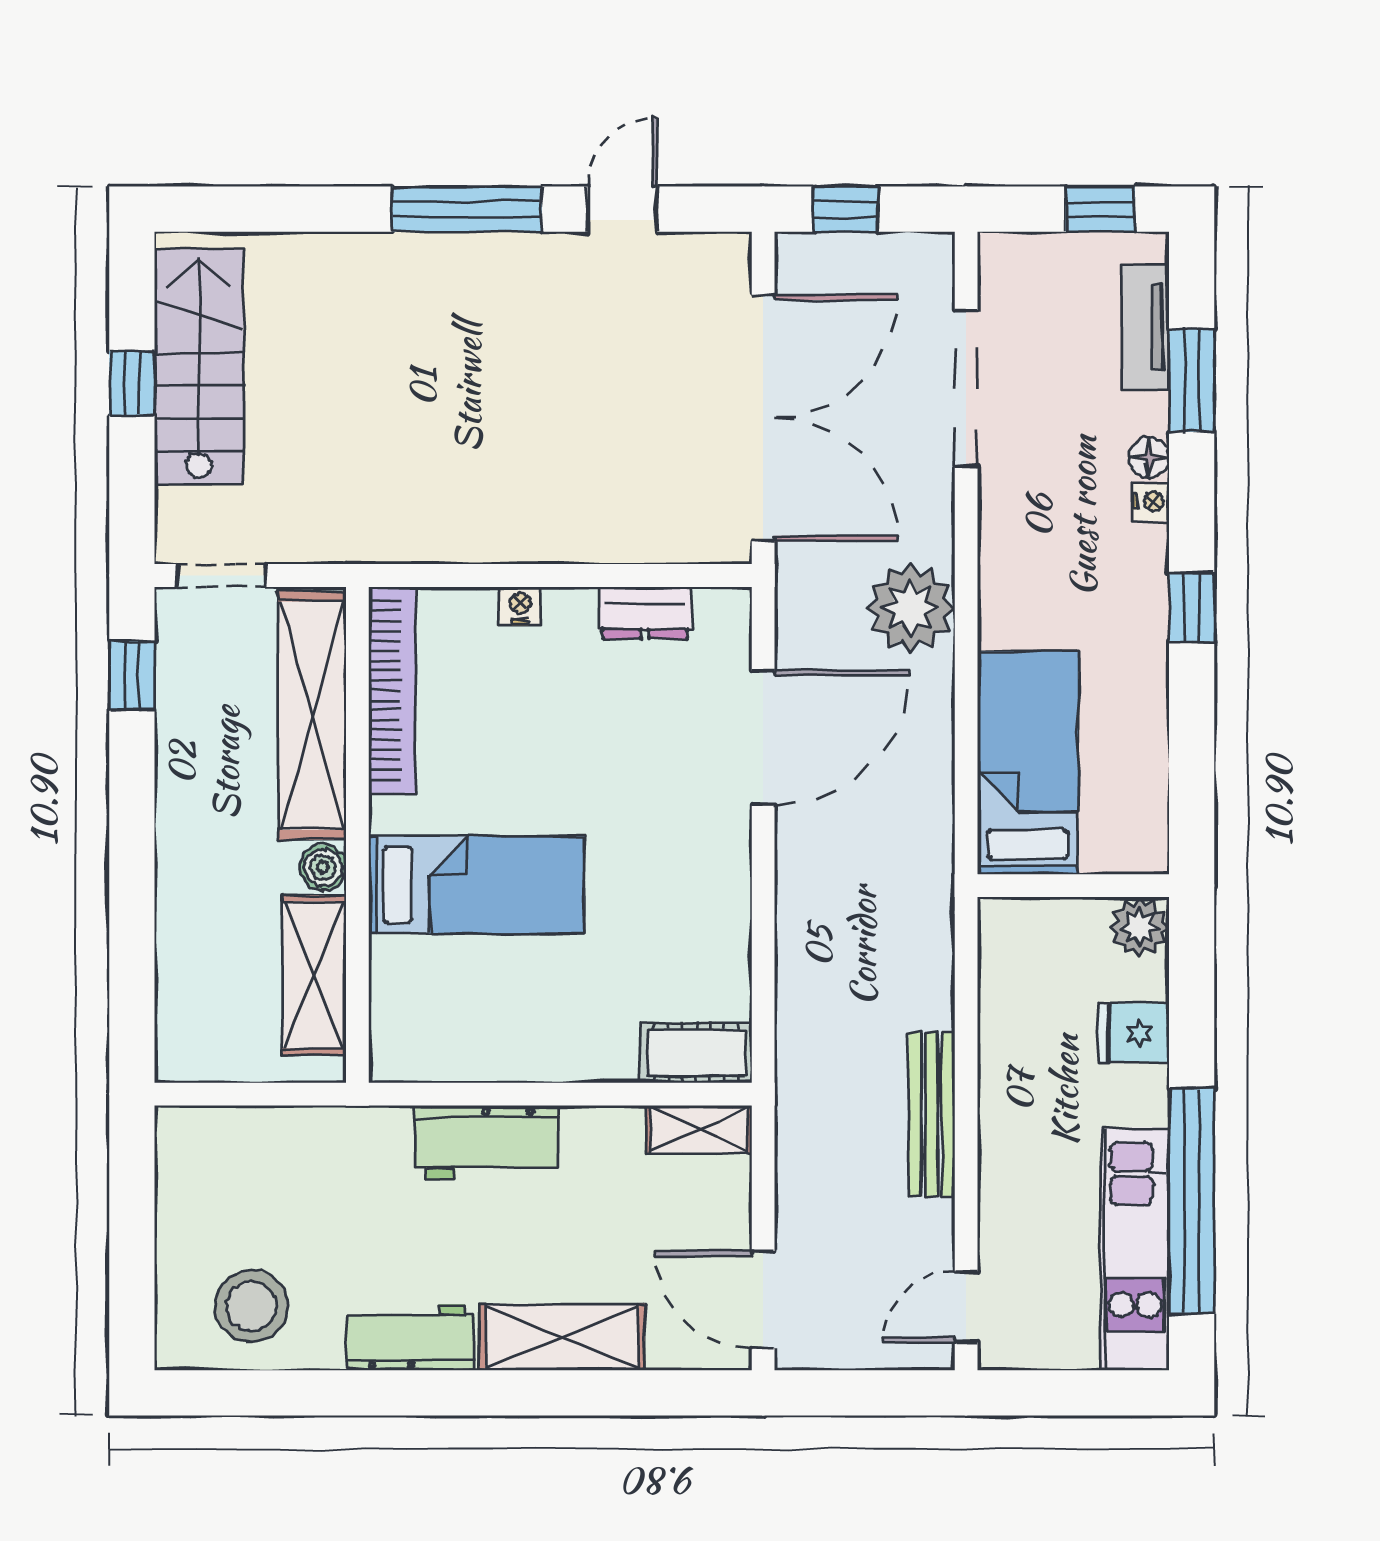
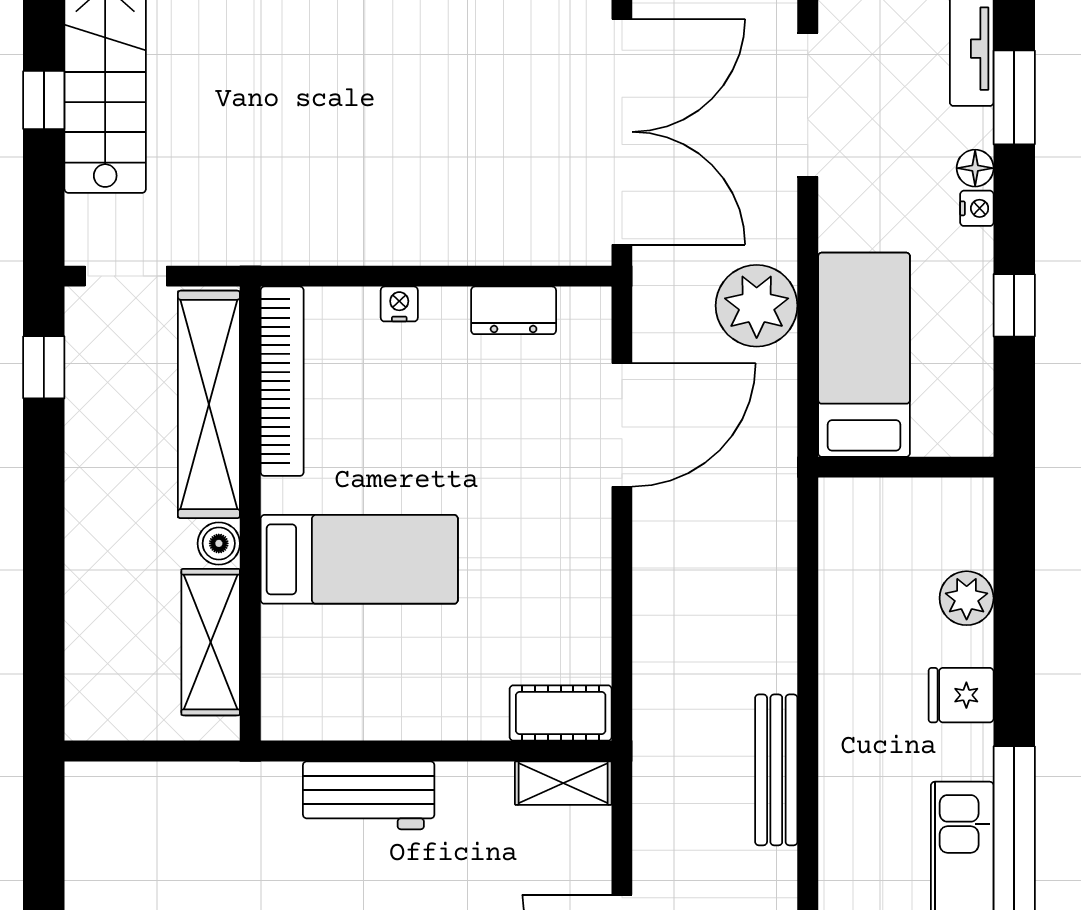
bed: (1028, 763) -> (864, 355), moved
wall: (1073, 886) -> (906, 467), moved

